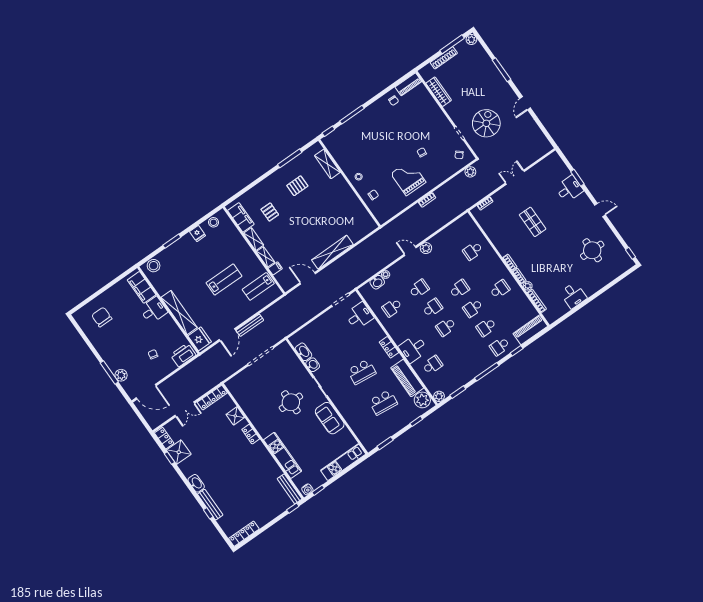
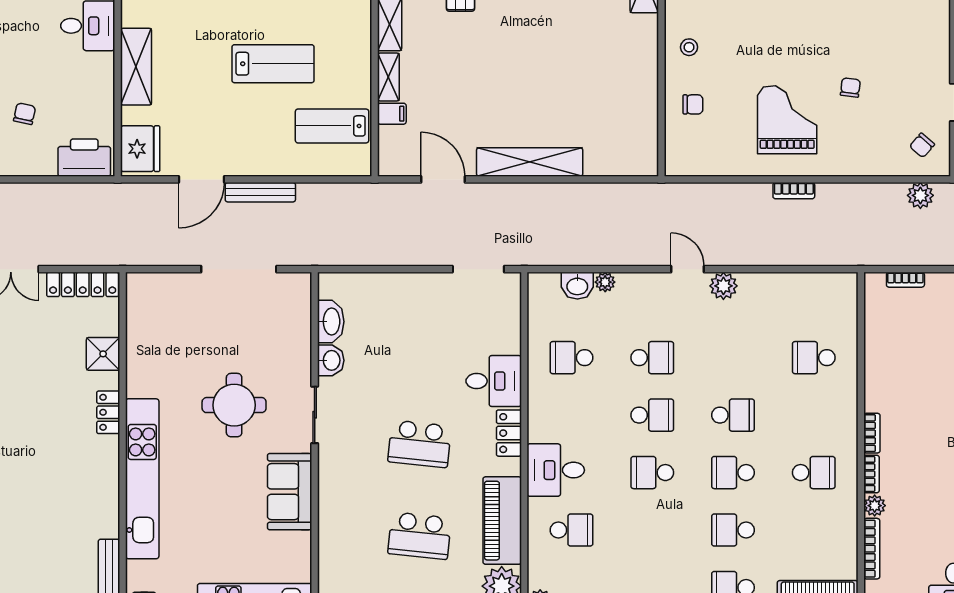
shelving: (179, 313) -> (136, 67), width x0.68
desk: (359, 316) -> (494, 381), moved
kitchen unit: (283, 455) -> (142, 479), width x1.36

